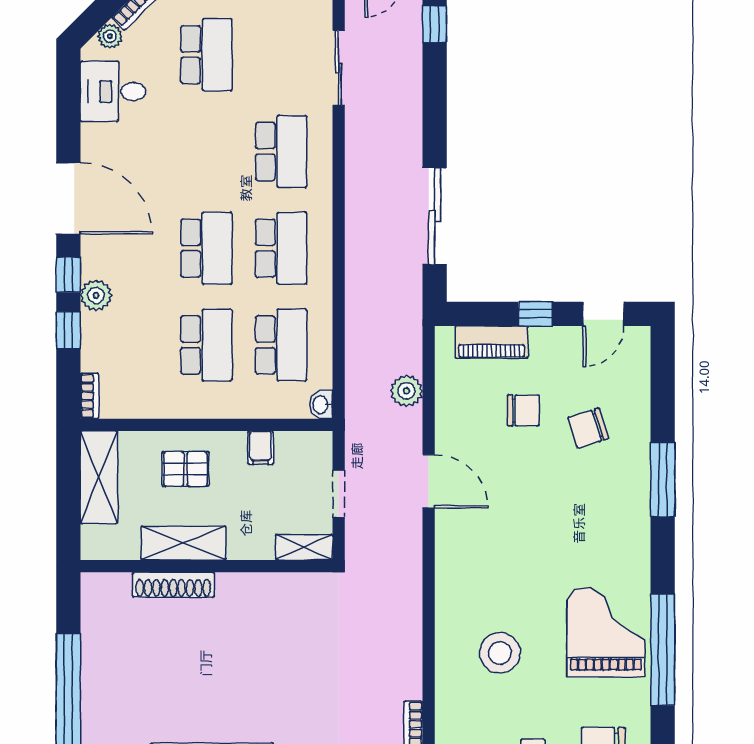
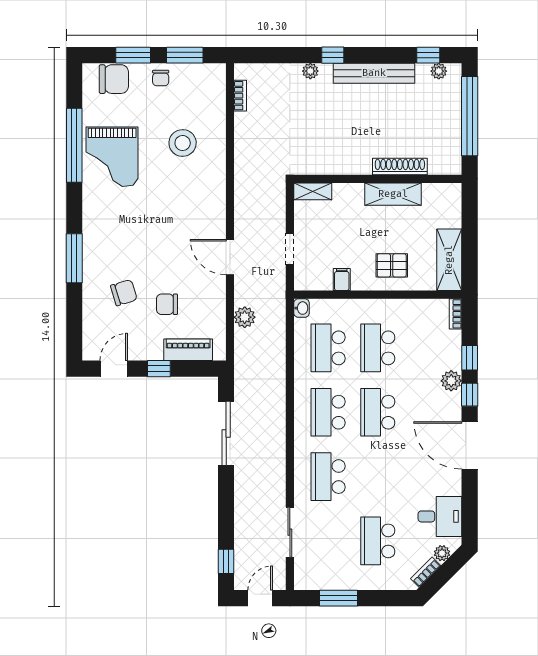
shelving: (183, 543) -> (393, 194), moved
shelving: (304, 547) -> (313, 191), moved
wall: (206, 566) -> (378, 179), moved
shoe rack: (173, 585) -> (400, 166), moved

